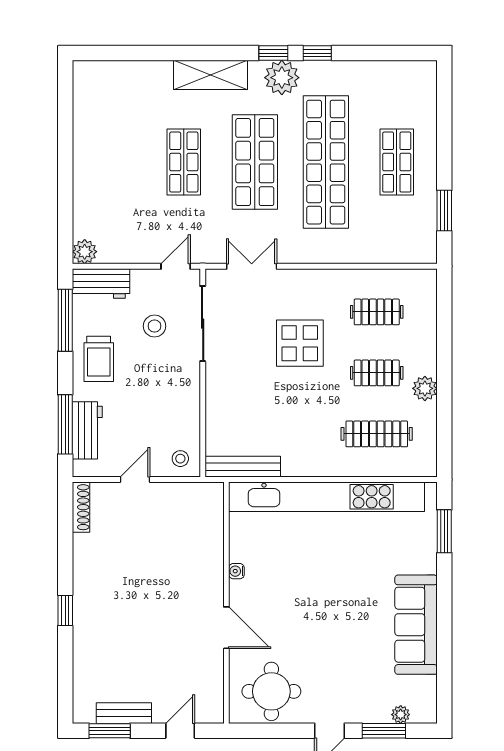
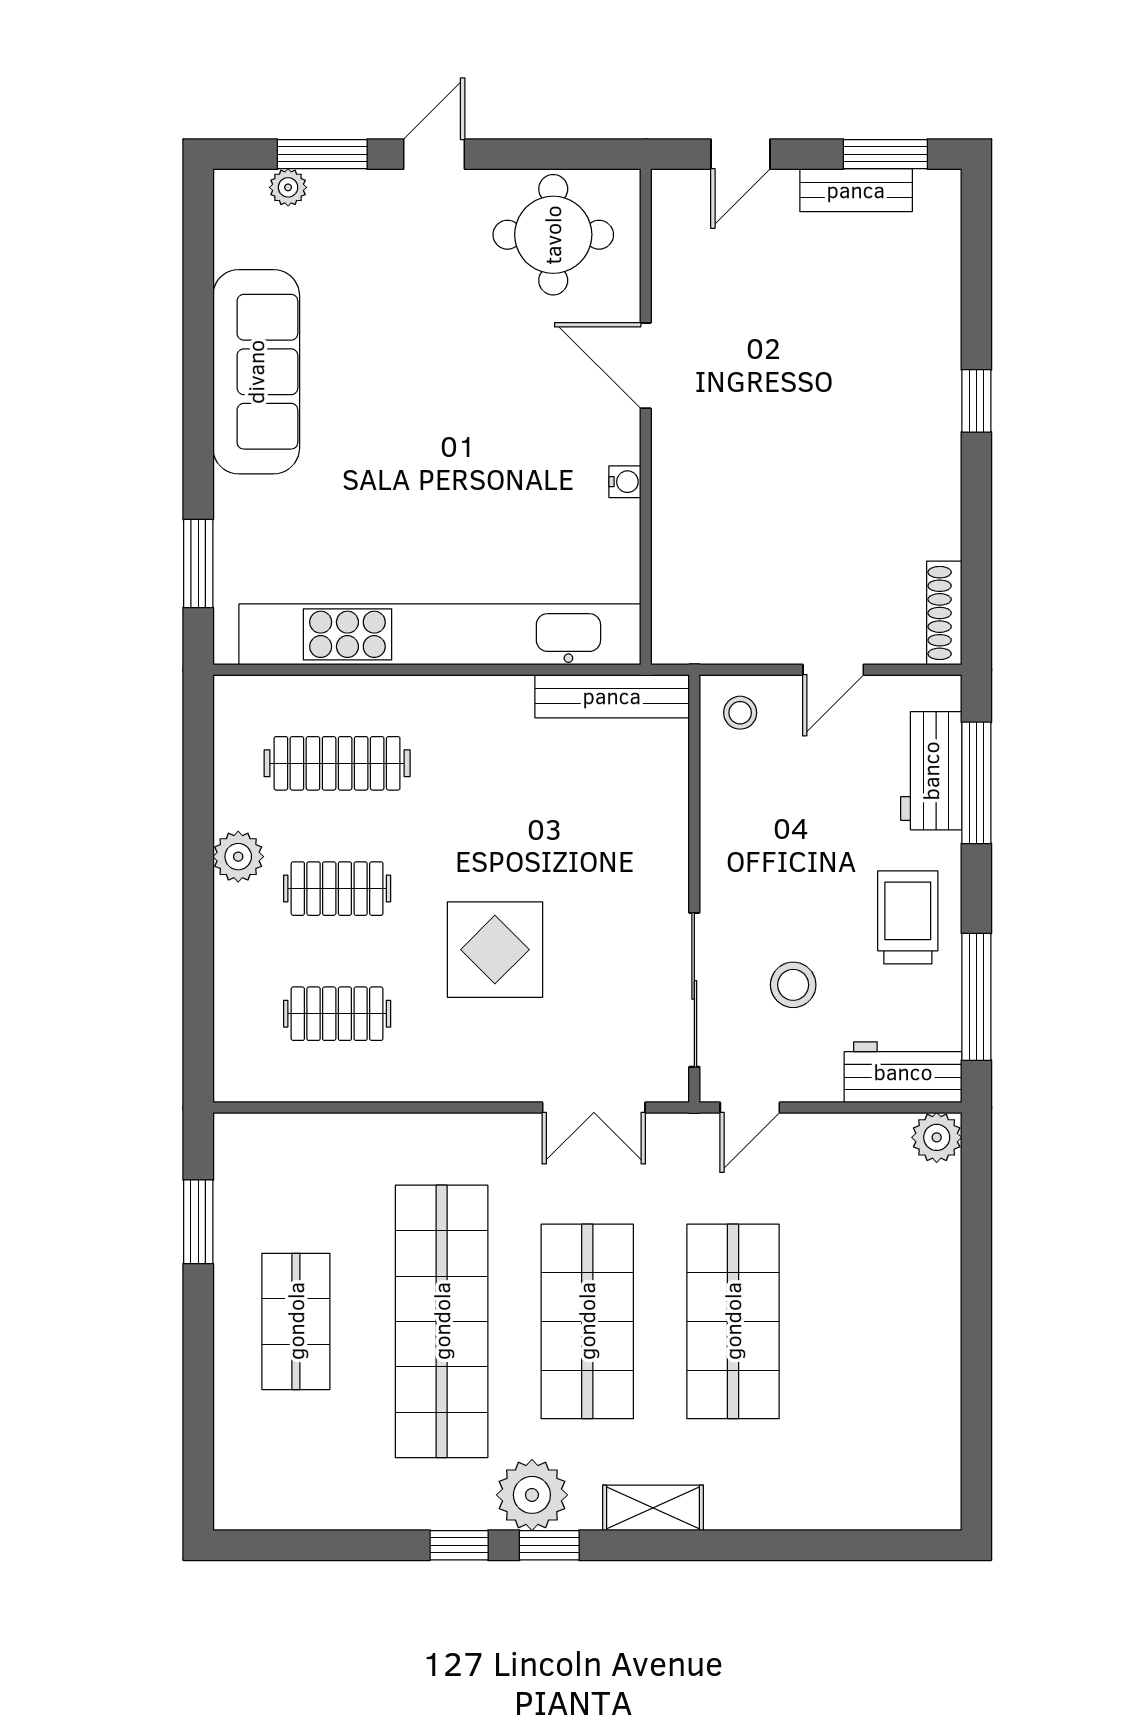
shelving: (210, 75) -> (653, 1508), width x0.67, depth x0.75
shop shelf: (184, 162) -> (733, 1321), width x1.43, depth x1.36

